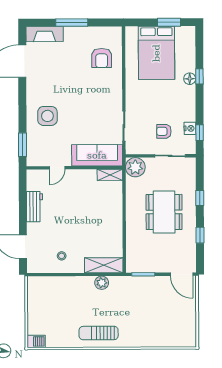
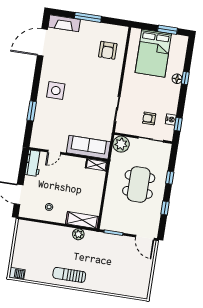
sofa: (97, 155) -> (88, 147), moved
door: (57, 168) -> (54, 152), moved
wall: (74, 168) -> (68, 154), moved
shelving: (110, 175) -> (96, 165), moved

